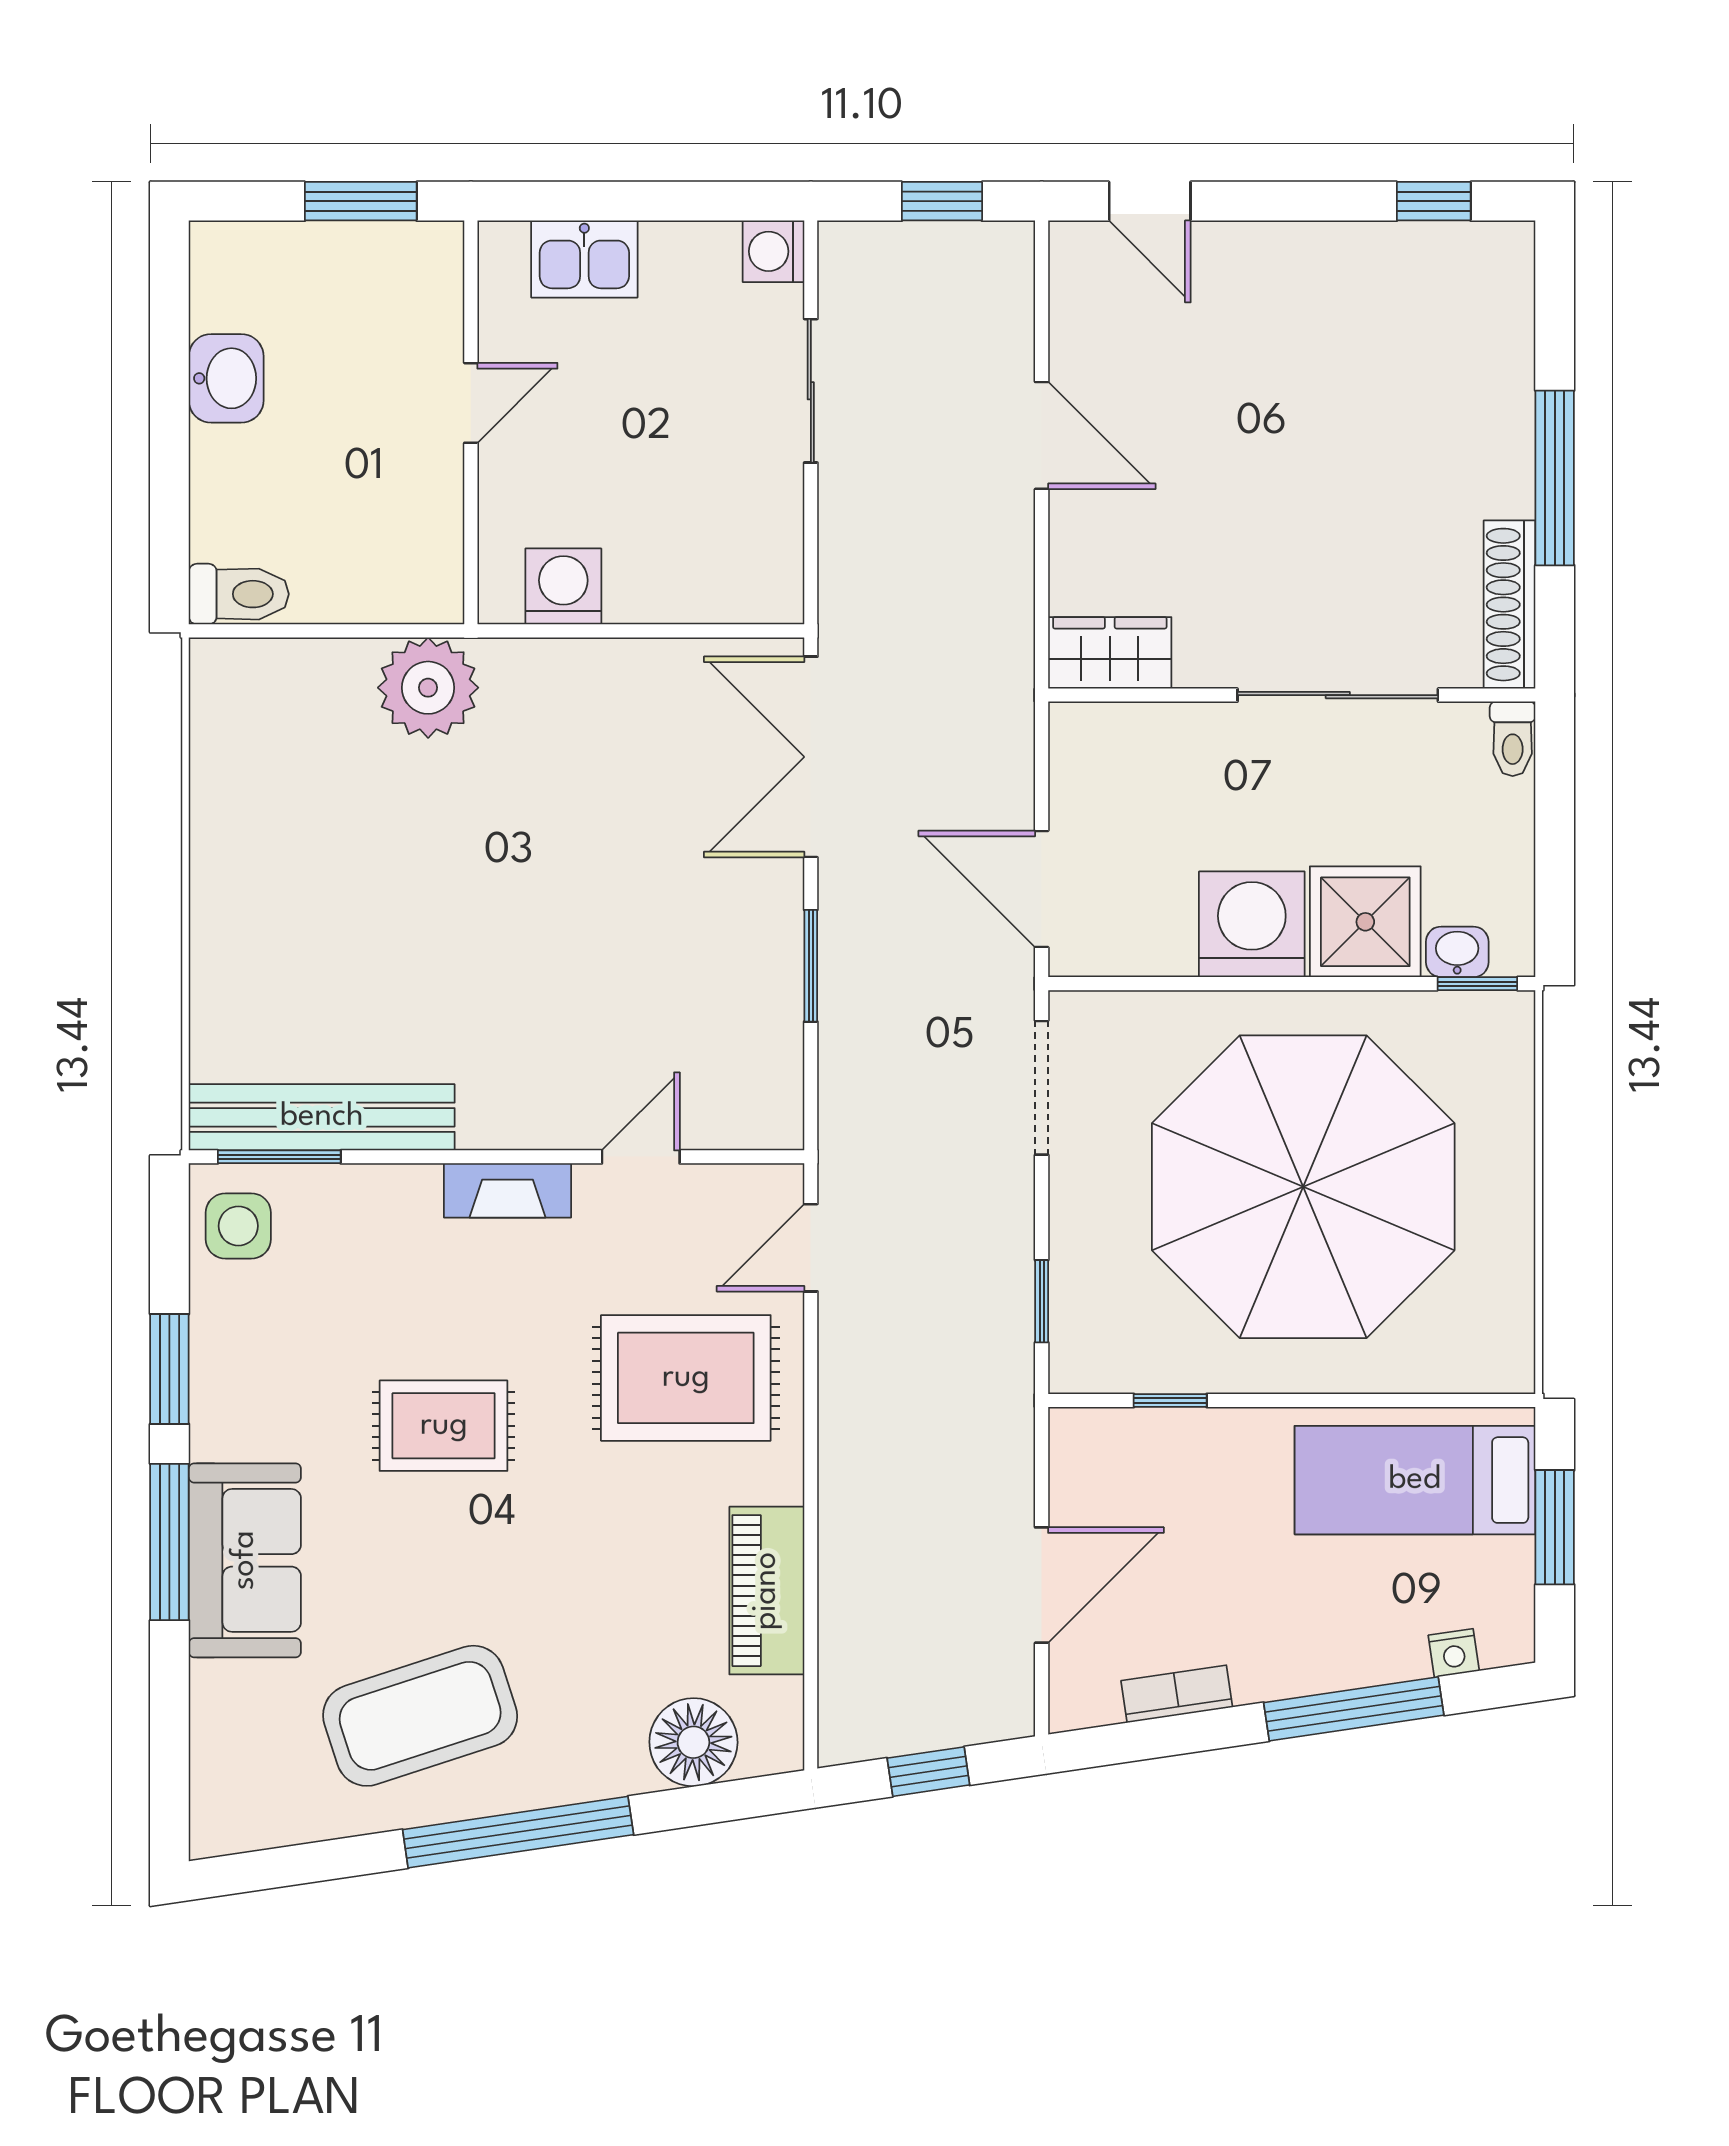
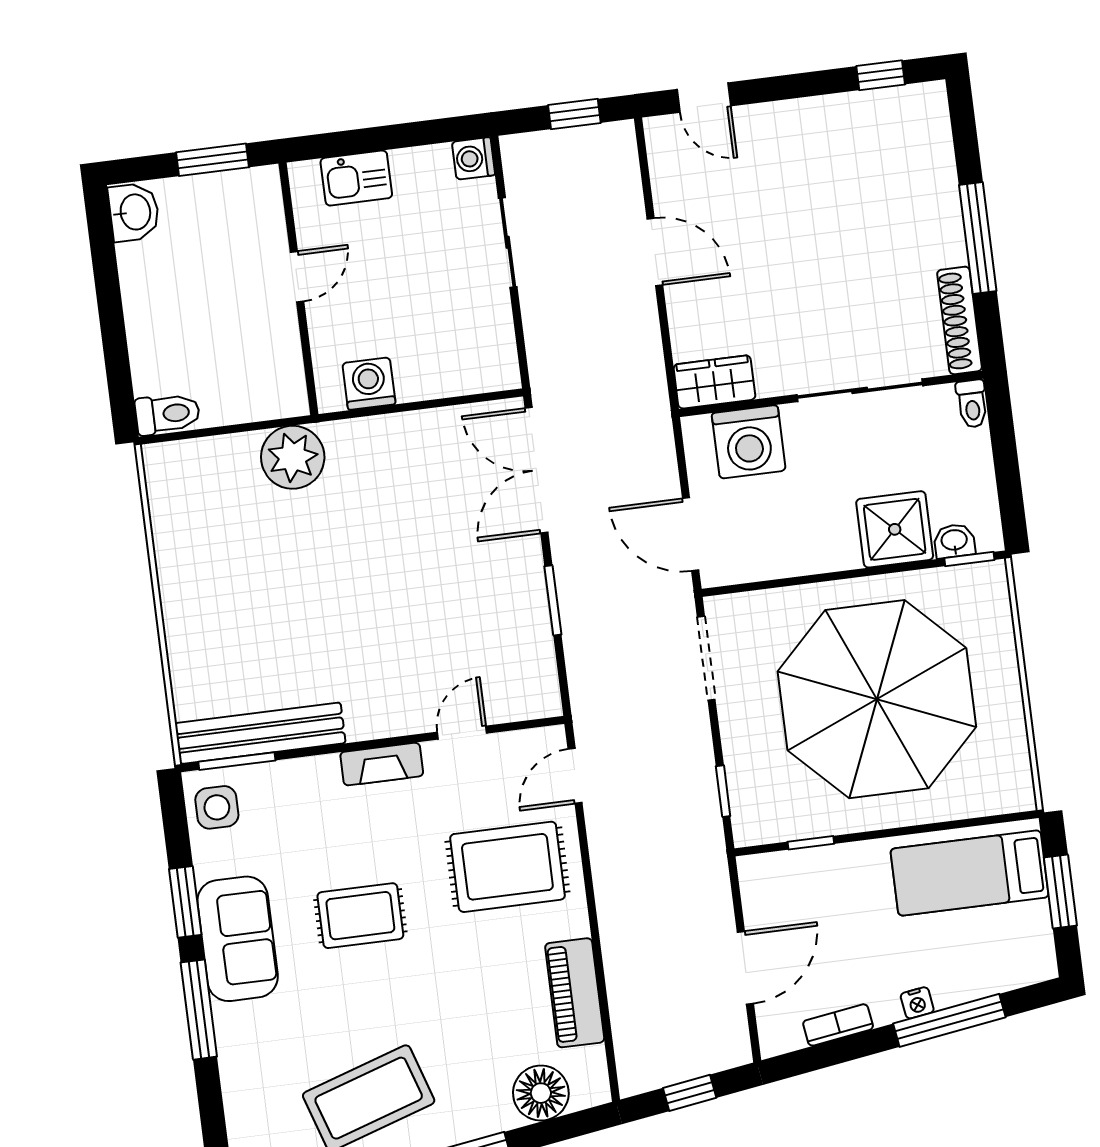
washbasin: (226, 378) -> (134, 212), moved
washing machine: (1252, 924) -> (749, 442), moved, turned 180
sofa: (245, 1560) -> (238, 939), moved
nightstand: (1454, 1653) -> (917, 1003), moved

